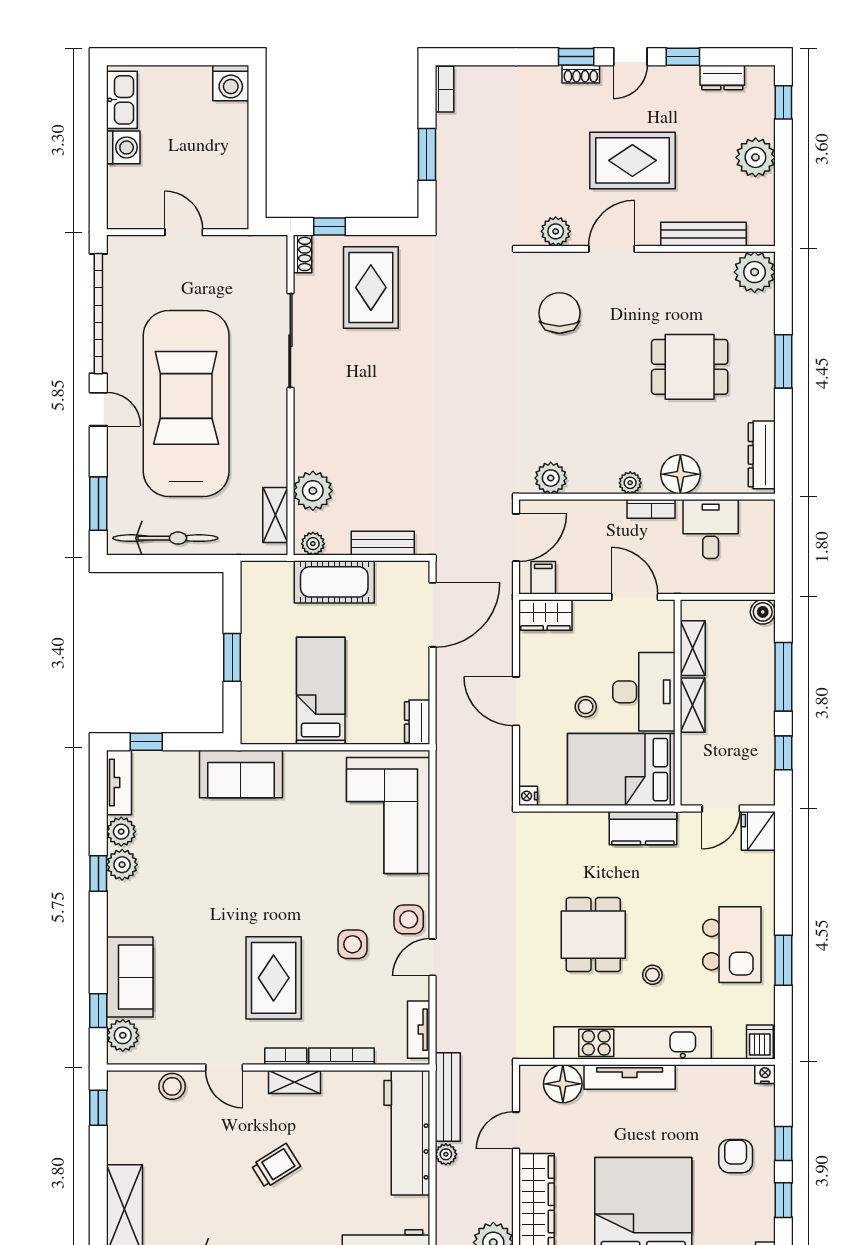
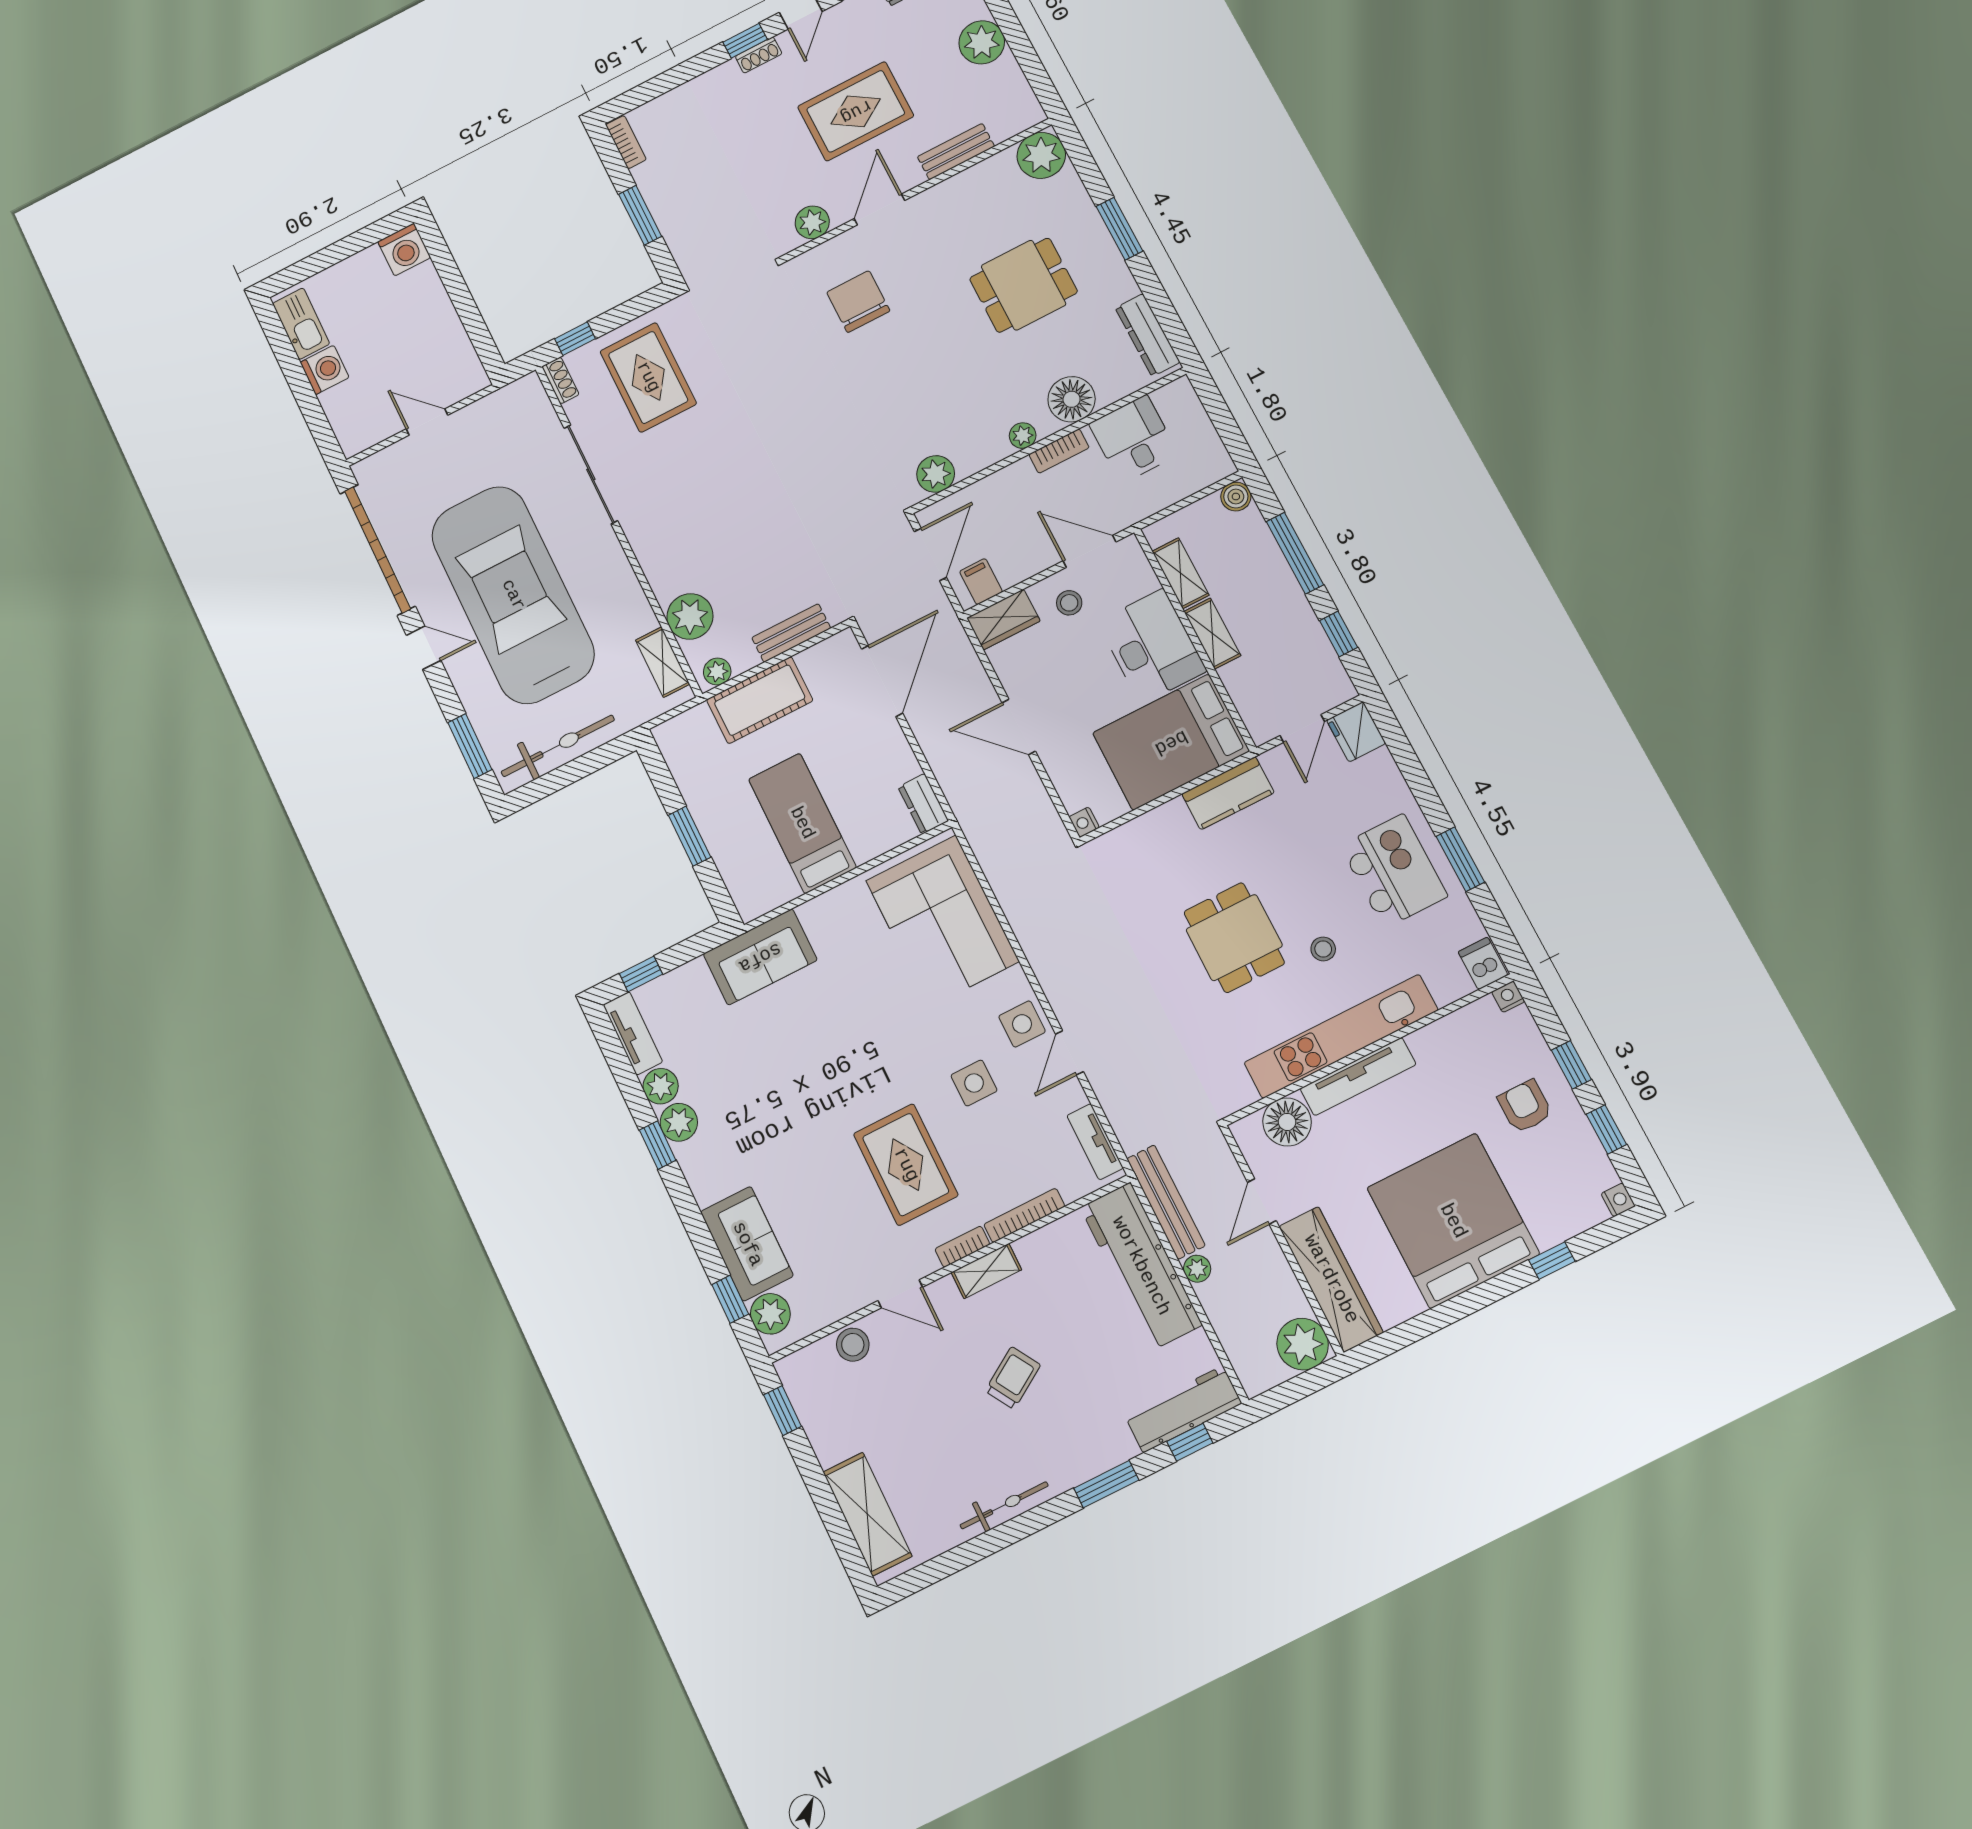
bench: (704, 234) -> (956, 152), width x0.73
stool: (586, 707) -> (1069, 603), moved

